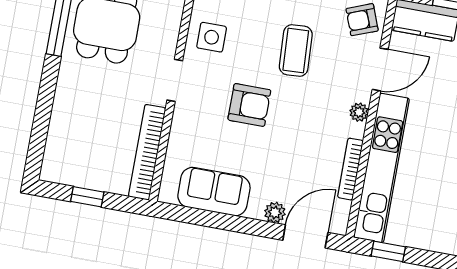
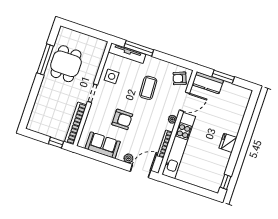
armchair: (249, 105) -> (122, 119), moved
window: (87, 197) -> (56, 143), moved
window: (388, 251) -> (176, 183), removed

